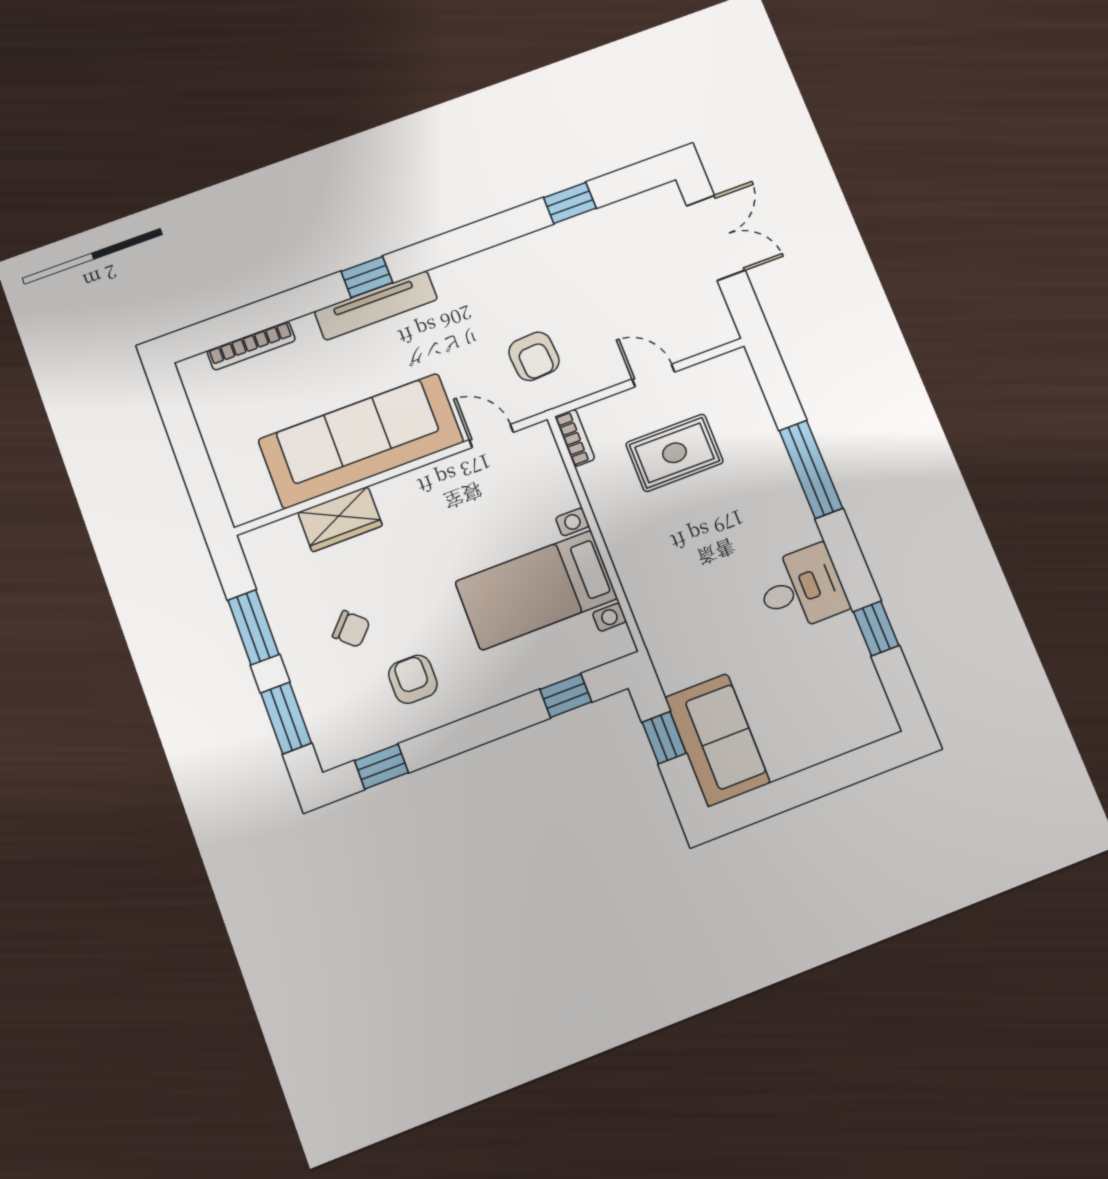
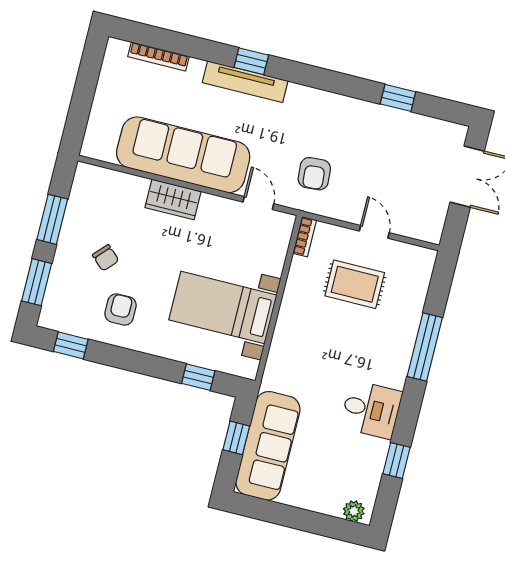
wardrobe: (340, 519) -> (173, 199), moved
plant: (870, 727) -> (354, 511), added
sofa: (717, 740) -> (268, 446), width x1.36

